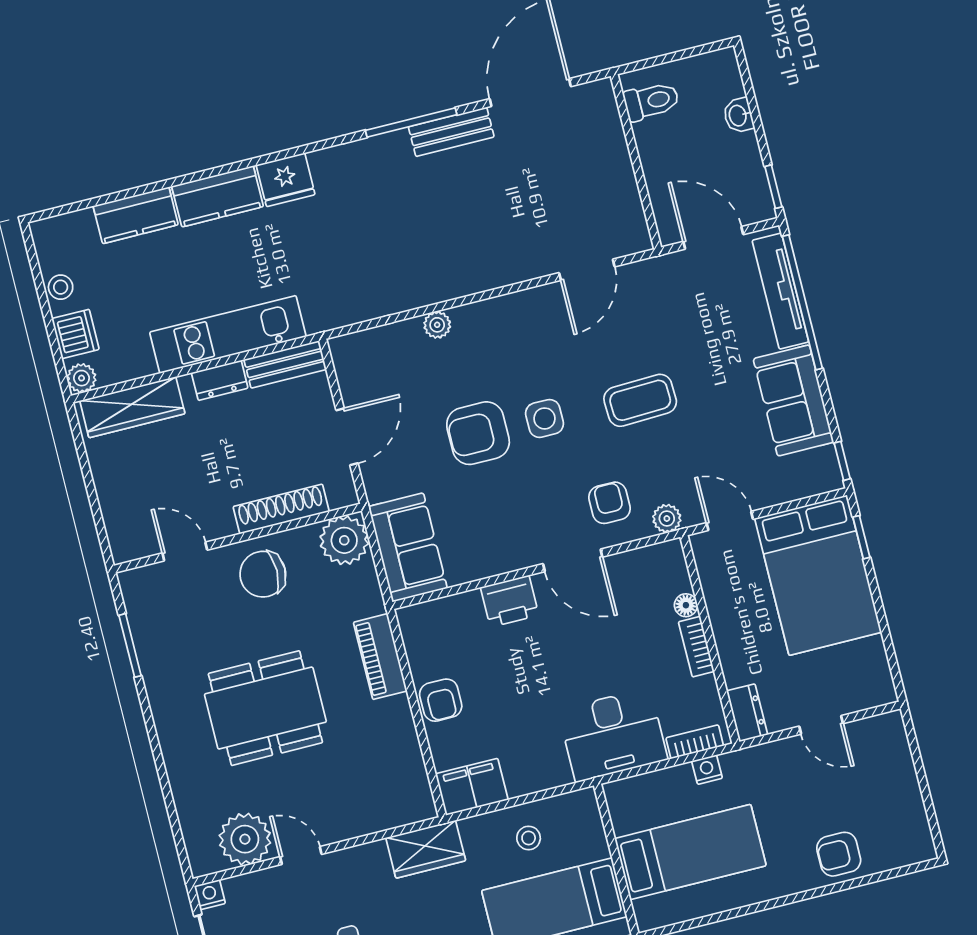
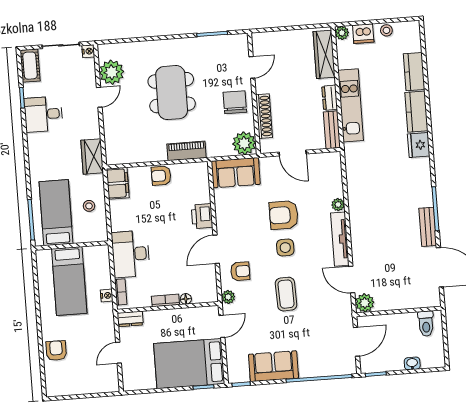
plant: (630, 235) -> (365, 303), added
tv unit: (780, 291) -> (340, 239), moved, turned -90
armchair: (478, 433) -> (284, 215), turned -90

